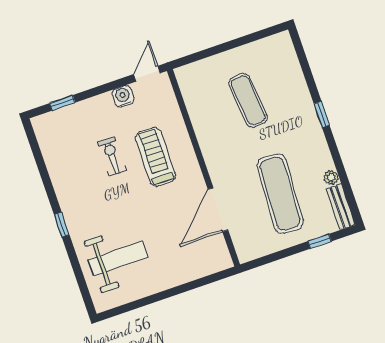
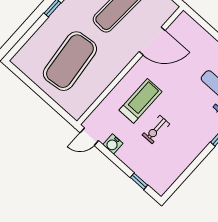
exercise mat: (248, 100) -> (70, 61), width x2.00, depth x1.45
treadmill: (156, 157) -> (140, 101), turned 180

